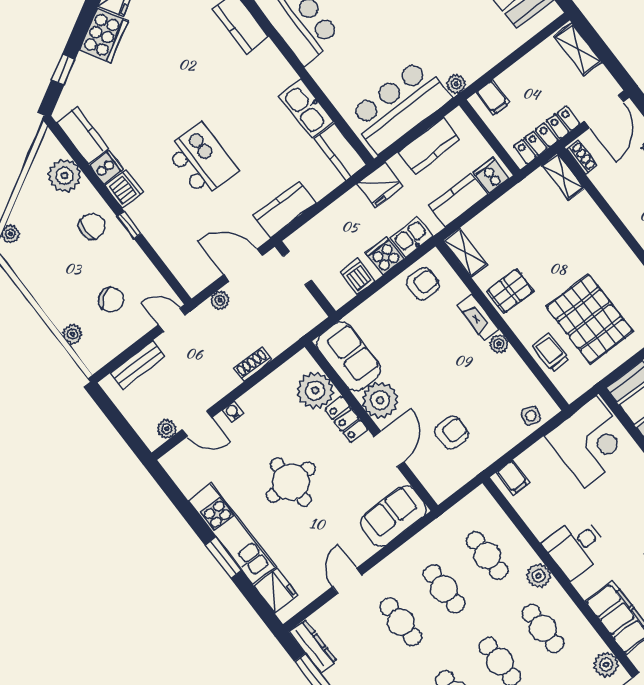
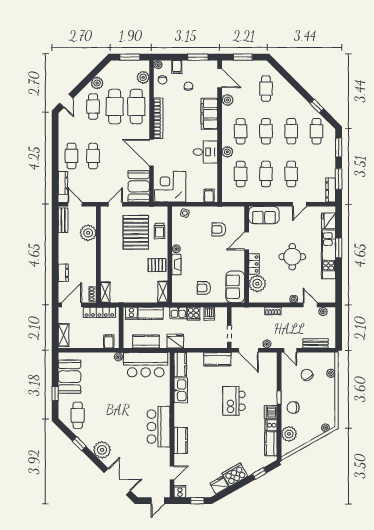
armchair: (423, 284) -> (204, 288), moved
plant: (380, 400) -> (236, 262), removed

